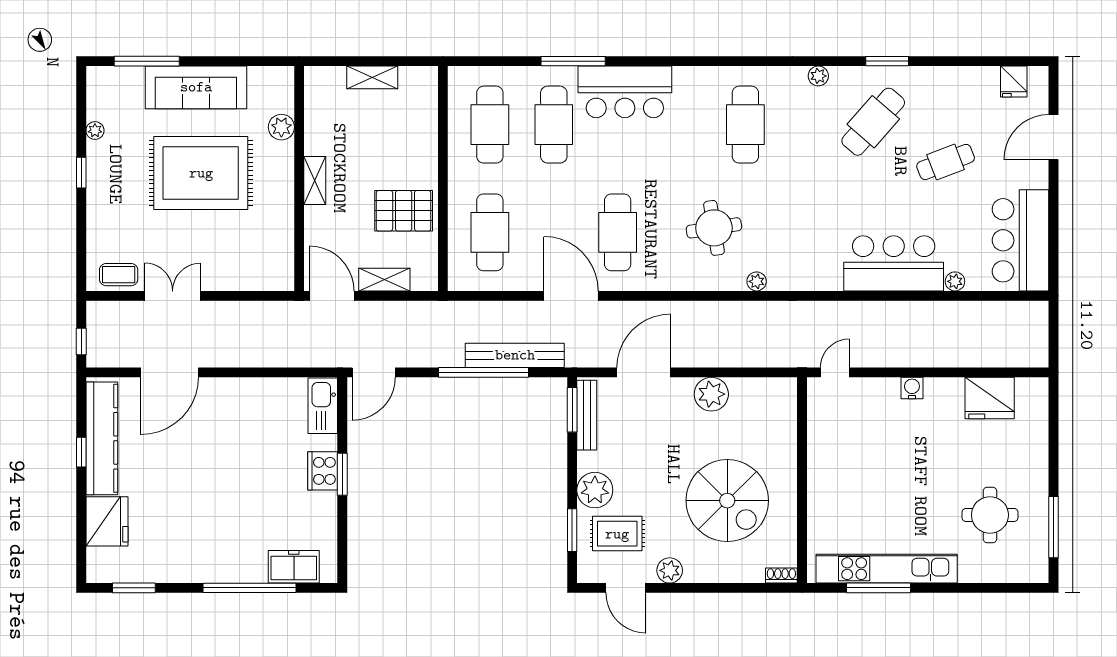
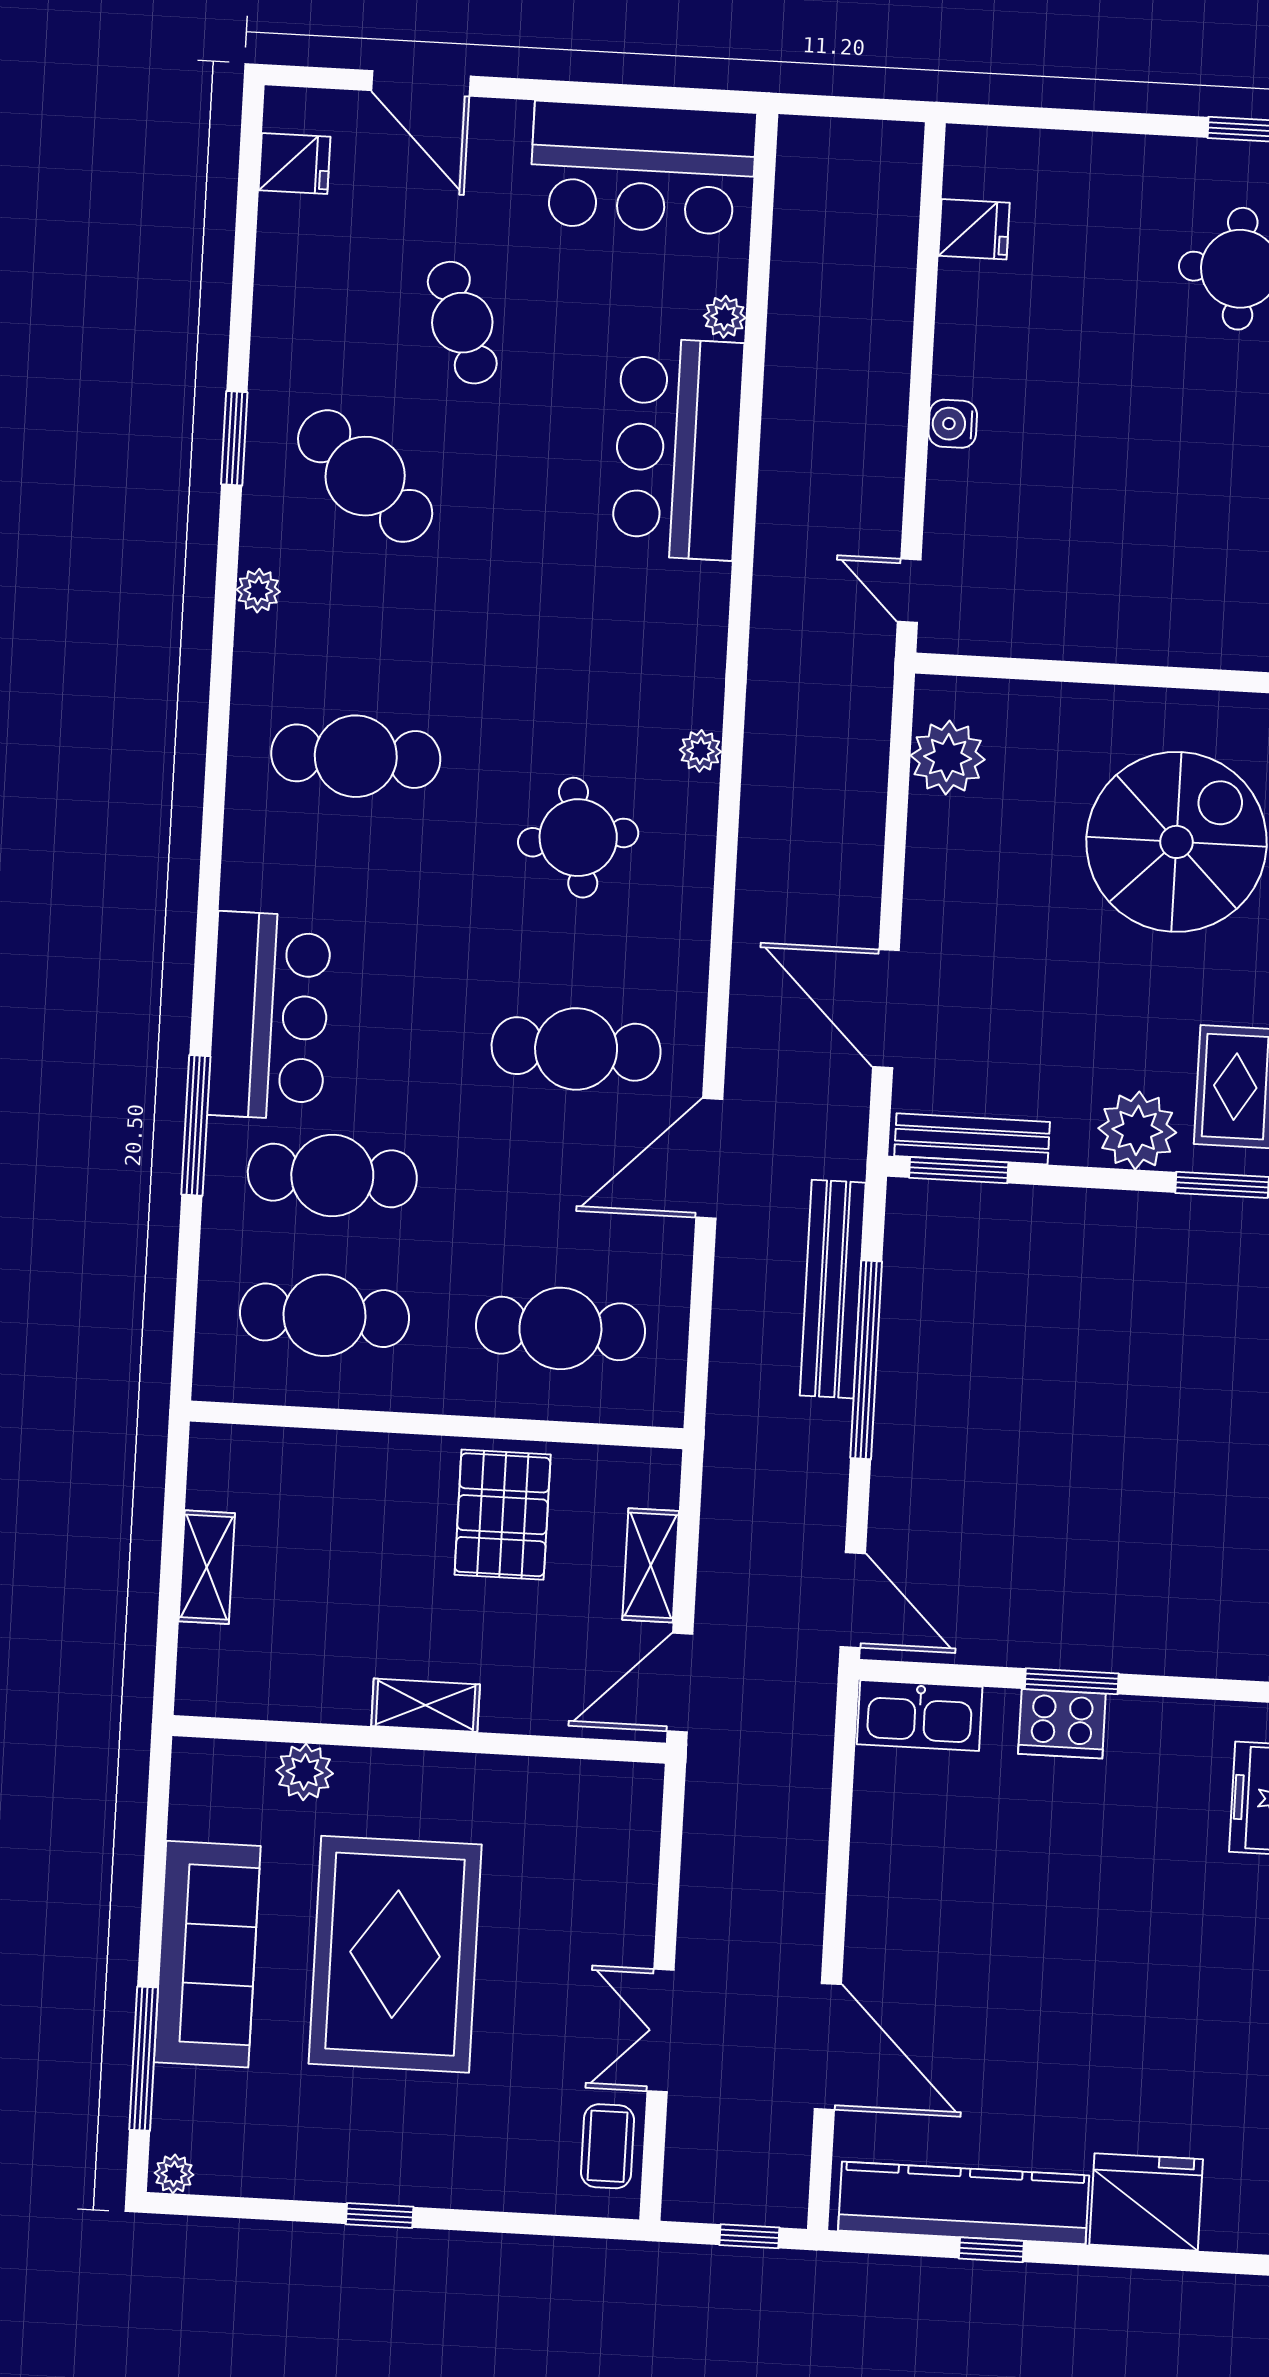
plant: (95, 131) -> (174, 2174), moved
plant: (711, 394) -> (948, 757), moved
fridge: (990, 398) -> (974, 229), width x0.53, depth x0.75

